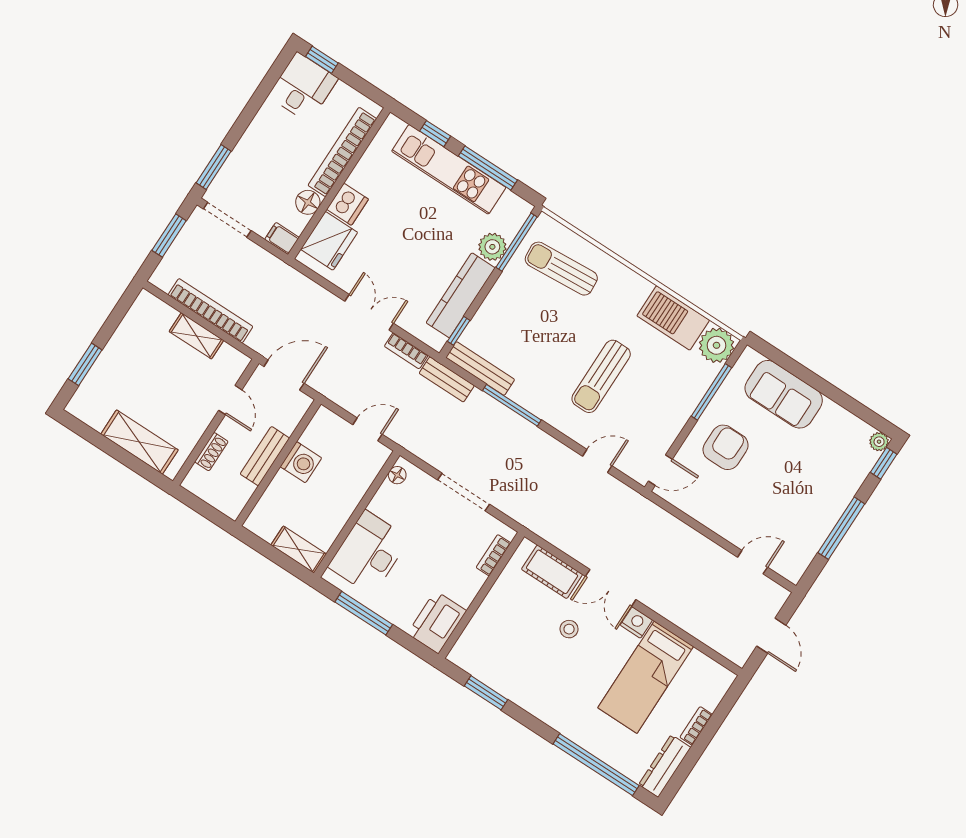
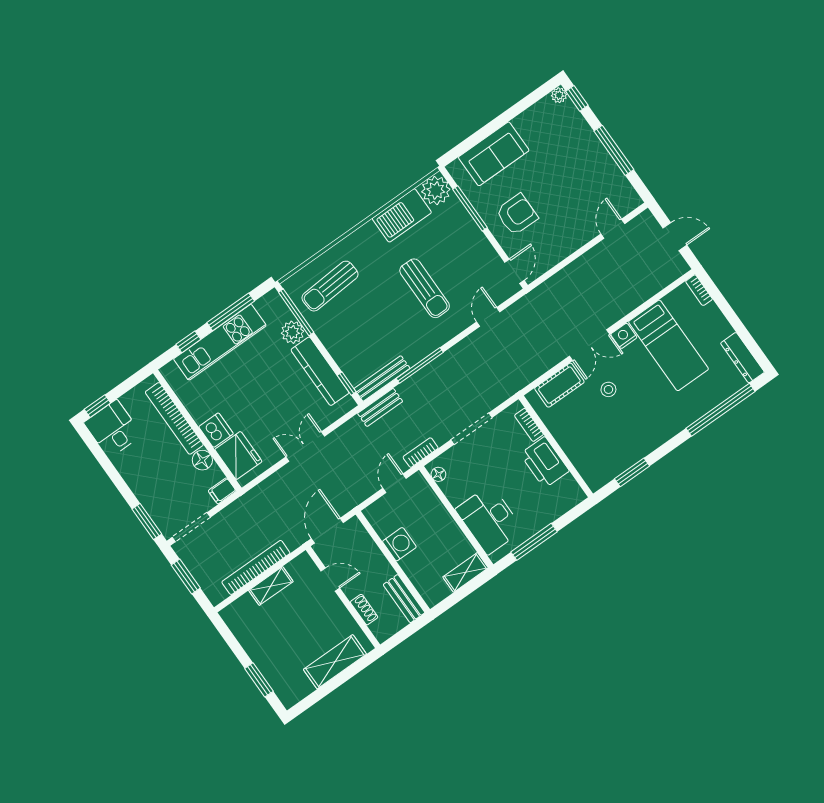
bookcase: (406, 351) -> (421, 453), moved, turned 180
armchair: (726, 447) -> (517, 214), turned 90
bench: (265, 456) -> (404, 599), moved
printer: (437, 622) -> (545, 462), moved
bookcase: (696, 726) -> (699, 290), moved

